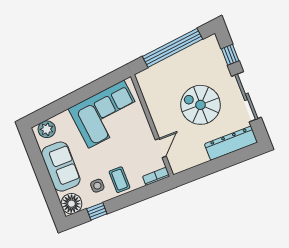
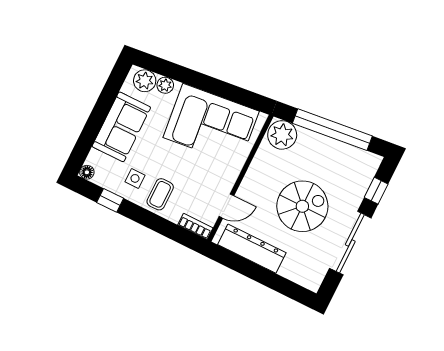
plant: (149, 79) -> (282, 135), added
spiral stairs: (201, 105) -> (302, 206), turned 90
plant: (60, 120) -> (165, 85), added
dresser: (231, 143) -> (252, 249), moved
floor lamp: (71, 204) -> (87, 172), width x0.53, depth x0.53

